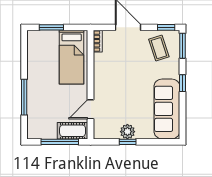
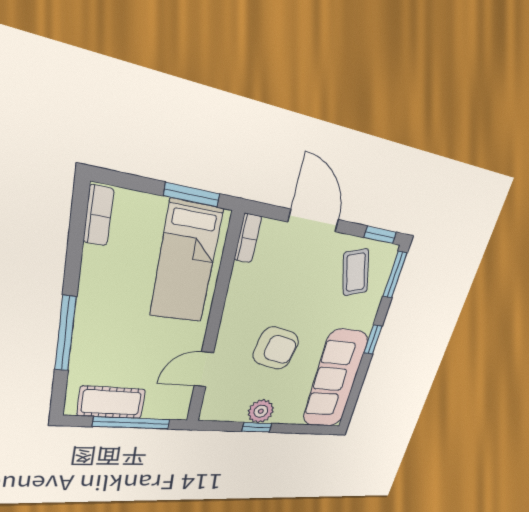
window: (51, 27) -> (192, 195), moved
bookcase: (32, 43) -> (98, 216), added
armchair: (126, 94) -> (276, 348), added
cot: (73, 131) -> (111, 402), moved

